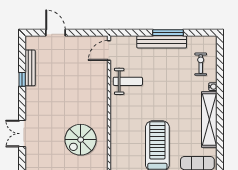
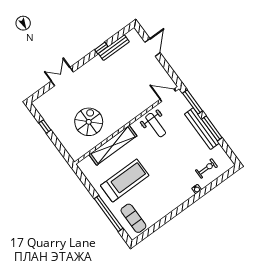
window: (131, 33) -> (193, 102), added
shelving: (209, 120) -> (113, 145), moved
spiral stairs: (81, 140) -> (89, 122), turned 90

